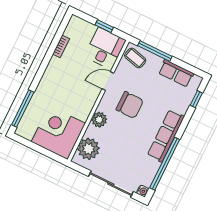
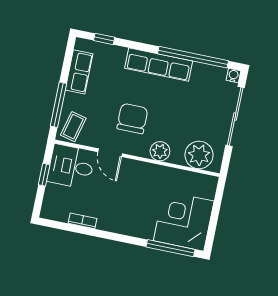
corner desk: (58, 133) -> (184, 221), moved, turned 90

